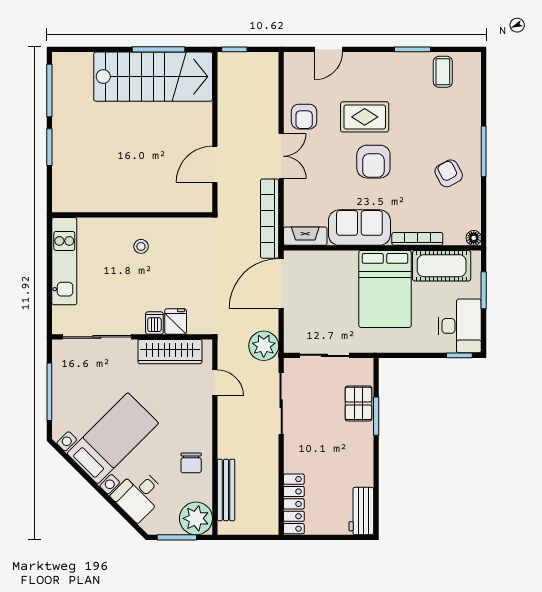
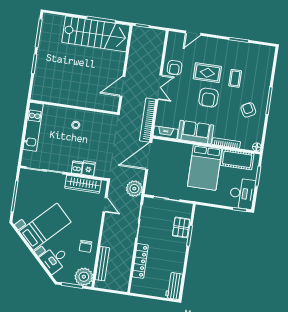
coffee table: (443, 72) -> (235, 78), moved
locker: (294, 504) -> (140, 261), moved

